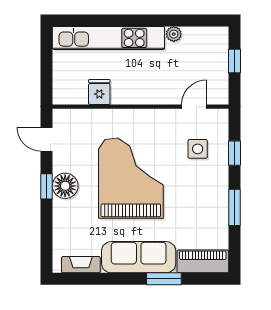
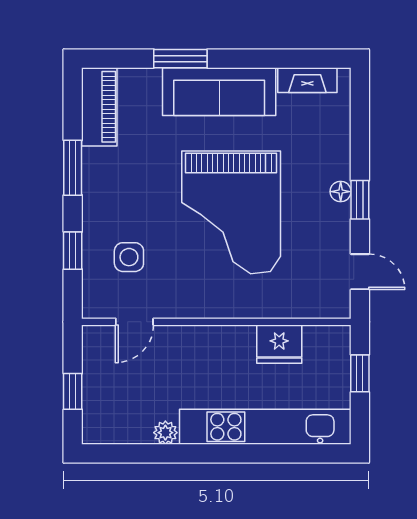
window: (47, 73) -> (360, 373), added
fridge: (99, 92) -> (279, 344), width x1.38
floor lamp: (65, 186) -> (341, 192), width x0.53, depth x0.53
piano: (203, 261) -> (99, 107), moved, turned -90

